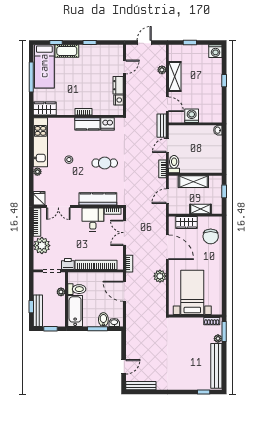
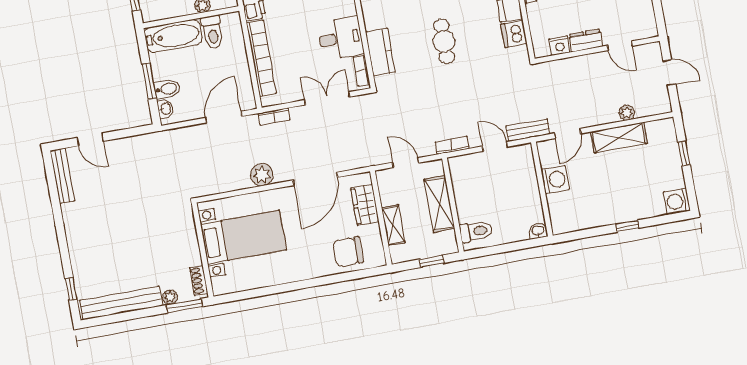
toilet: (174, 164) -> (476, 231), moved
kitchen counter: (98, 199) -> (380, 52), width x0.67

